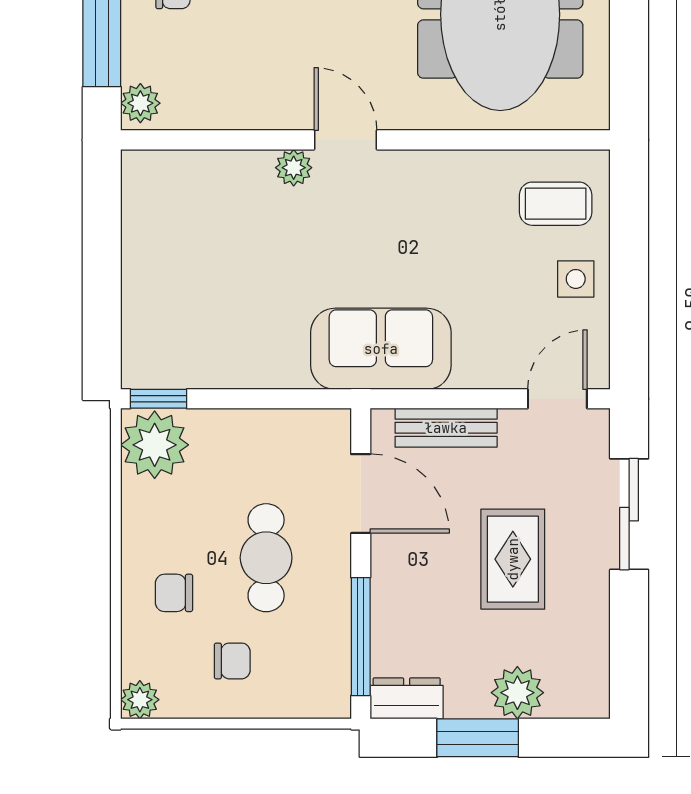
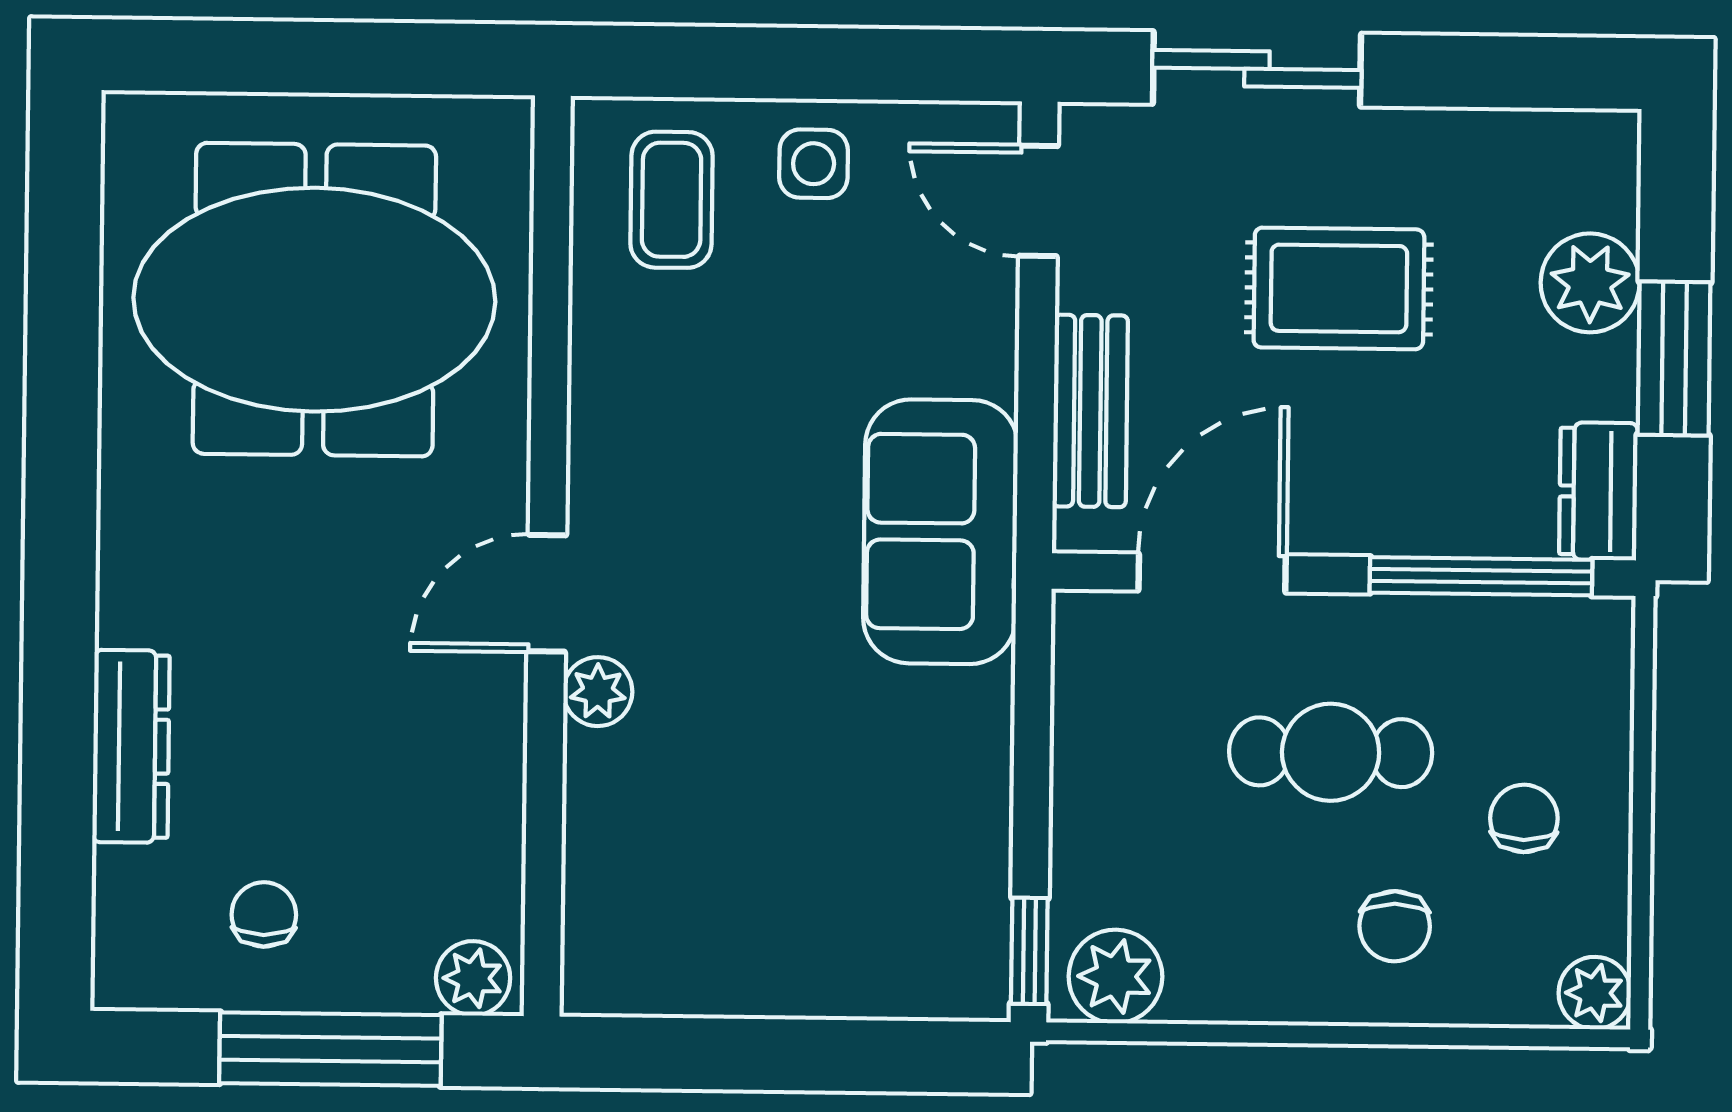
plant: (155, 445) -> (1115, 976), width x0.73, depth x0.73

